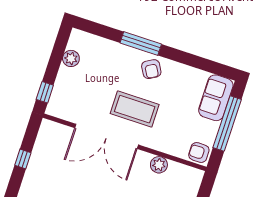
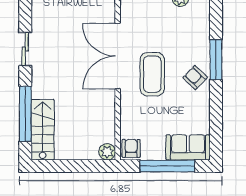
armchair: (151, 69) -> (195, 78), turned 74
plant: (159, 165) -> (107, 152), moved

